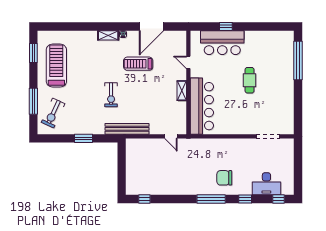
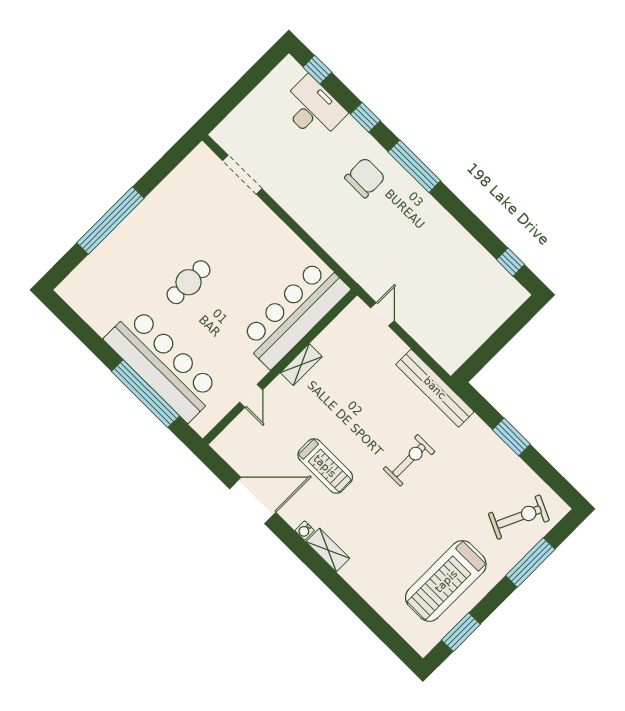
window: (226, 27) -> (145, 394), width x3.17
bar counter: (222, 43) -> (163, 364), width x1.36
window: (298, 61) -> (110, 221), moved
chair: (224, 178) -> (365, 178), turned -90

